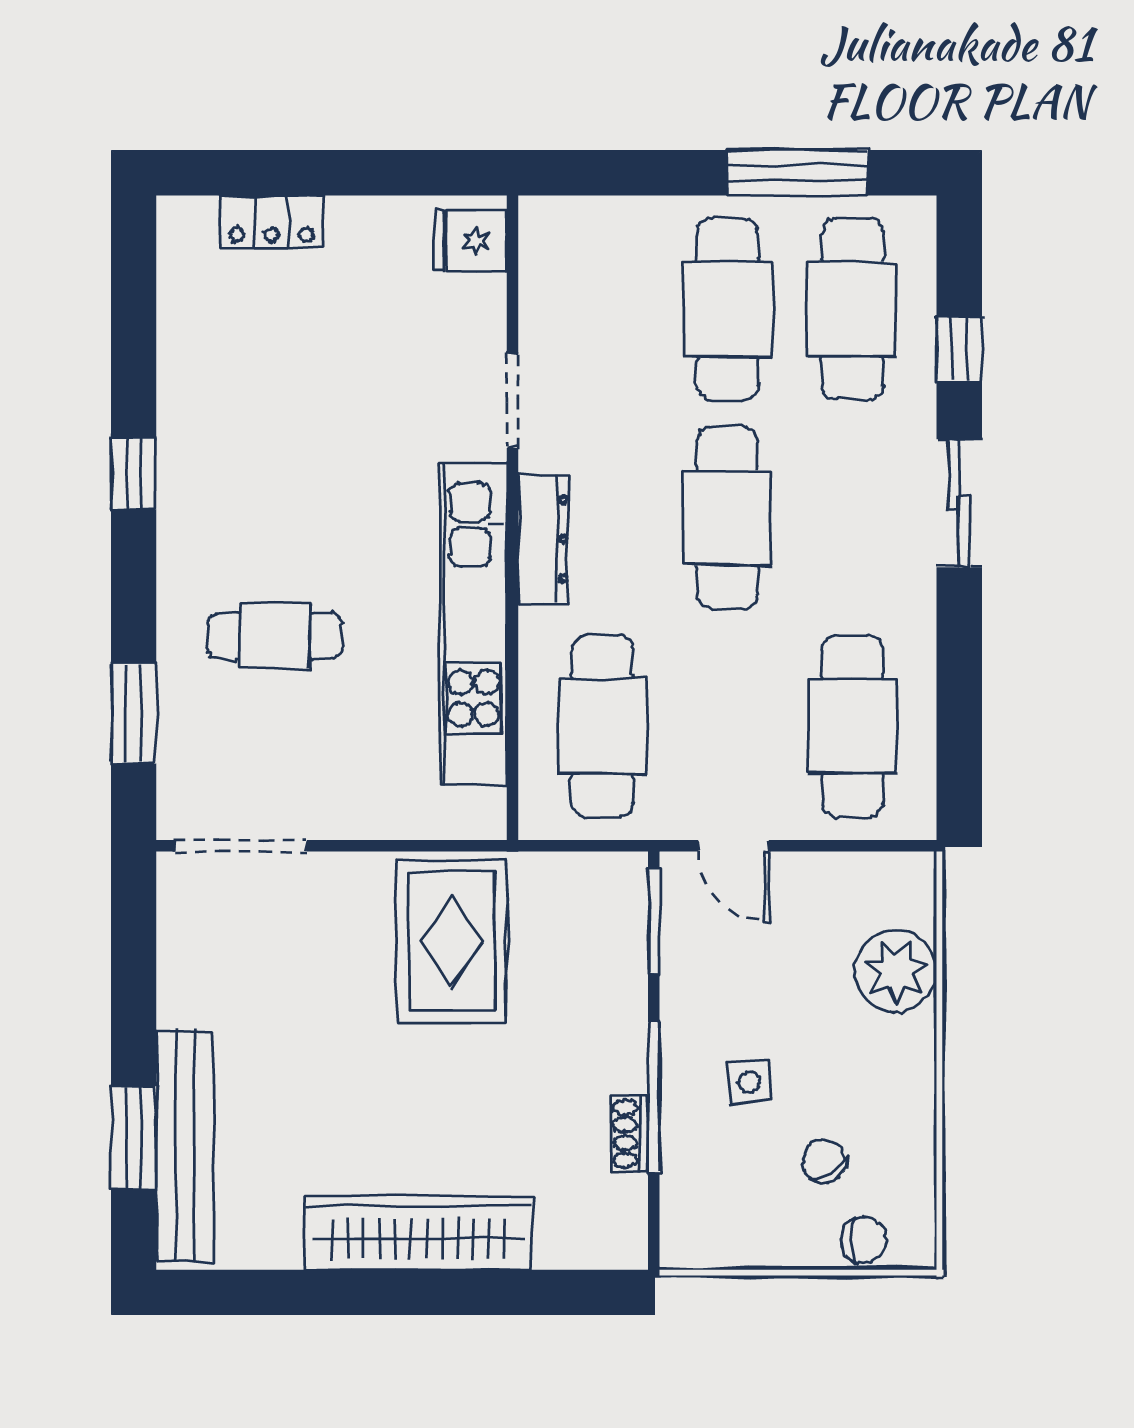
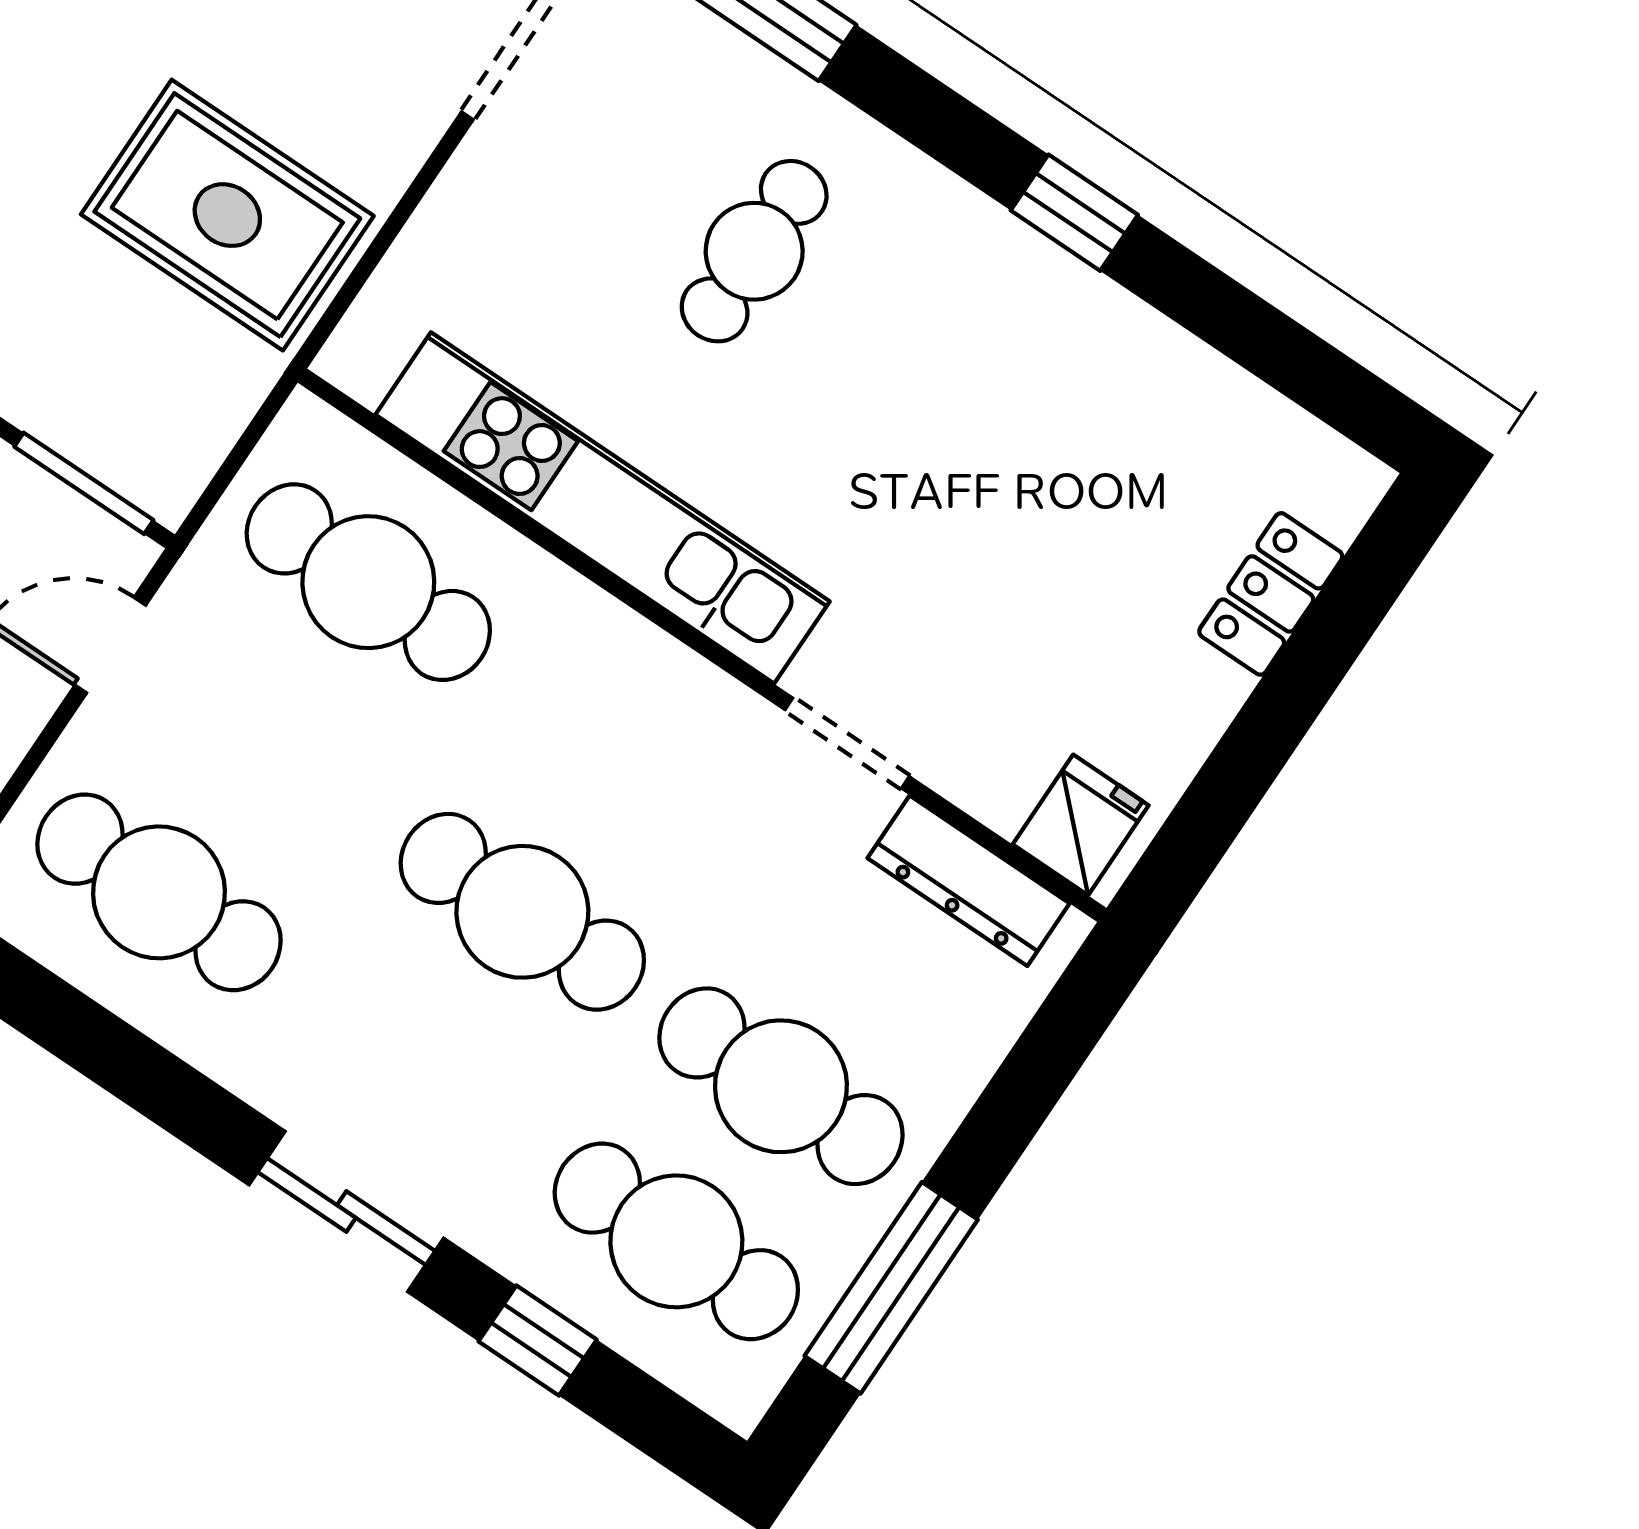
dresser: (543, 539) -> (969, 881), moved

